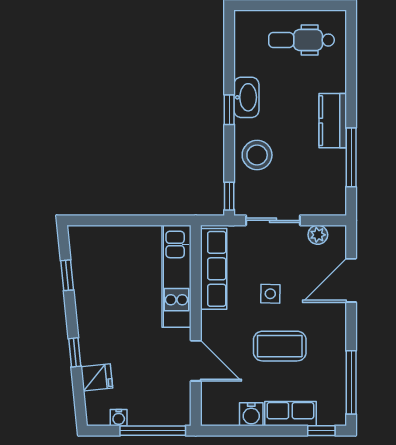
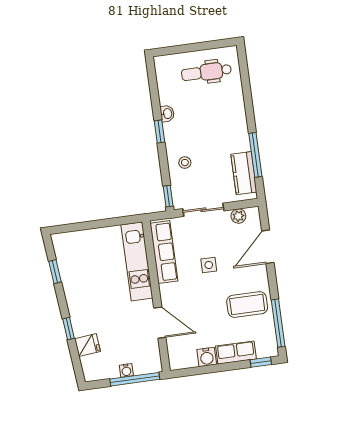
washbasin: (246, 97) -> (167, 114), width x0.52, depth x0.69
kitchen counter: (333, 121) -> (244, 173), moved
stool: (257, 155) -> (185, 163), width x0.53, depth x0.53
coffee table: (280, 346) -> (247, 305), moved
water cooler: (119, 418) -> (126, 370), moved

